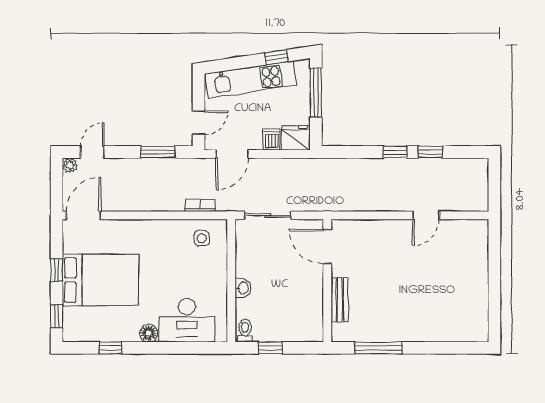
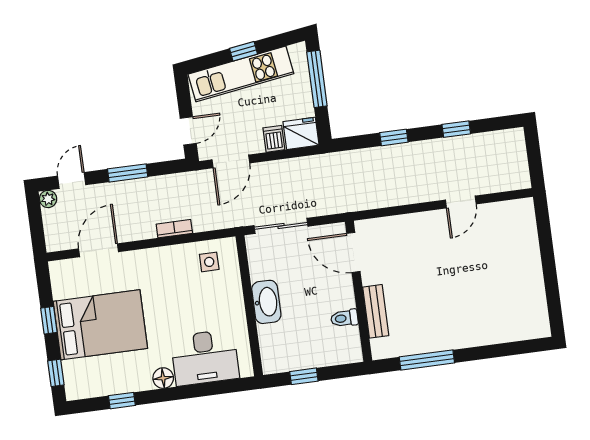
window: (276, 57) -> (243, 51), moved
window: (158, 152) -> (128, 173), moved
window: (395, 152) -> (394, 137), moved
bookcase: (200, 205) -> (174, 229), moved
door: (83, 215) -> (99, 250), moved
washbasin: (243, 288) -> (266, 302), width x1.91, depth x1.45
toilet: (245, 331) -> (344, 318), moved, turned -90

